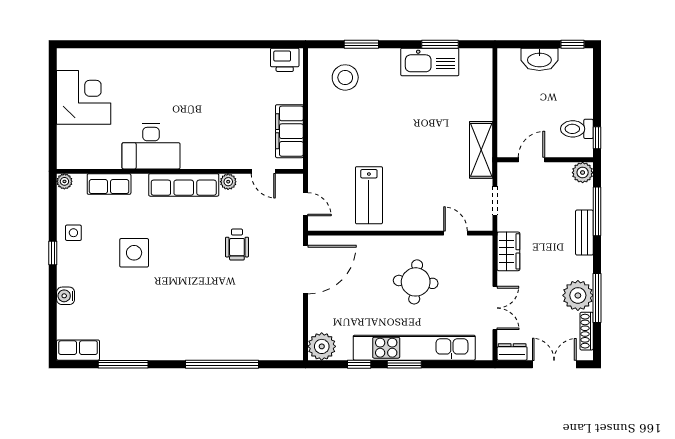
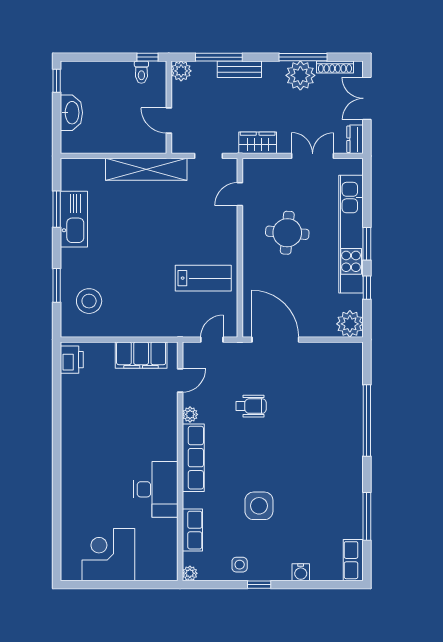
toilet: (577, 129) -> (141, 72), width x0.73, depth x0.72
shelving: (481, 150) -> (146, 169), width x1.47

